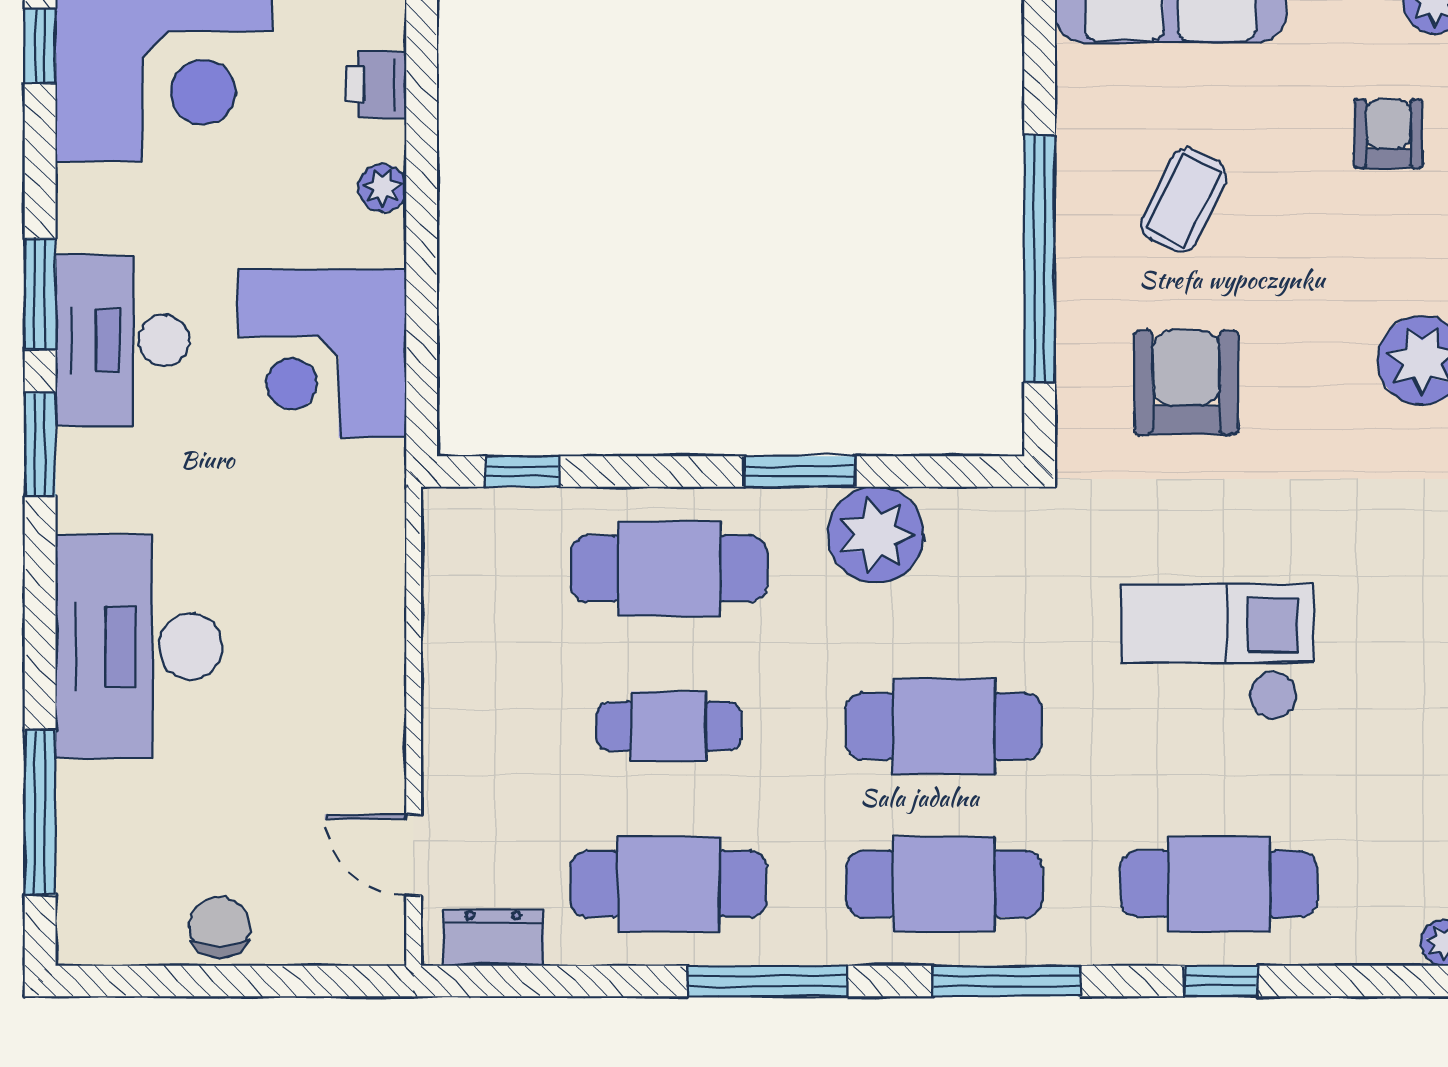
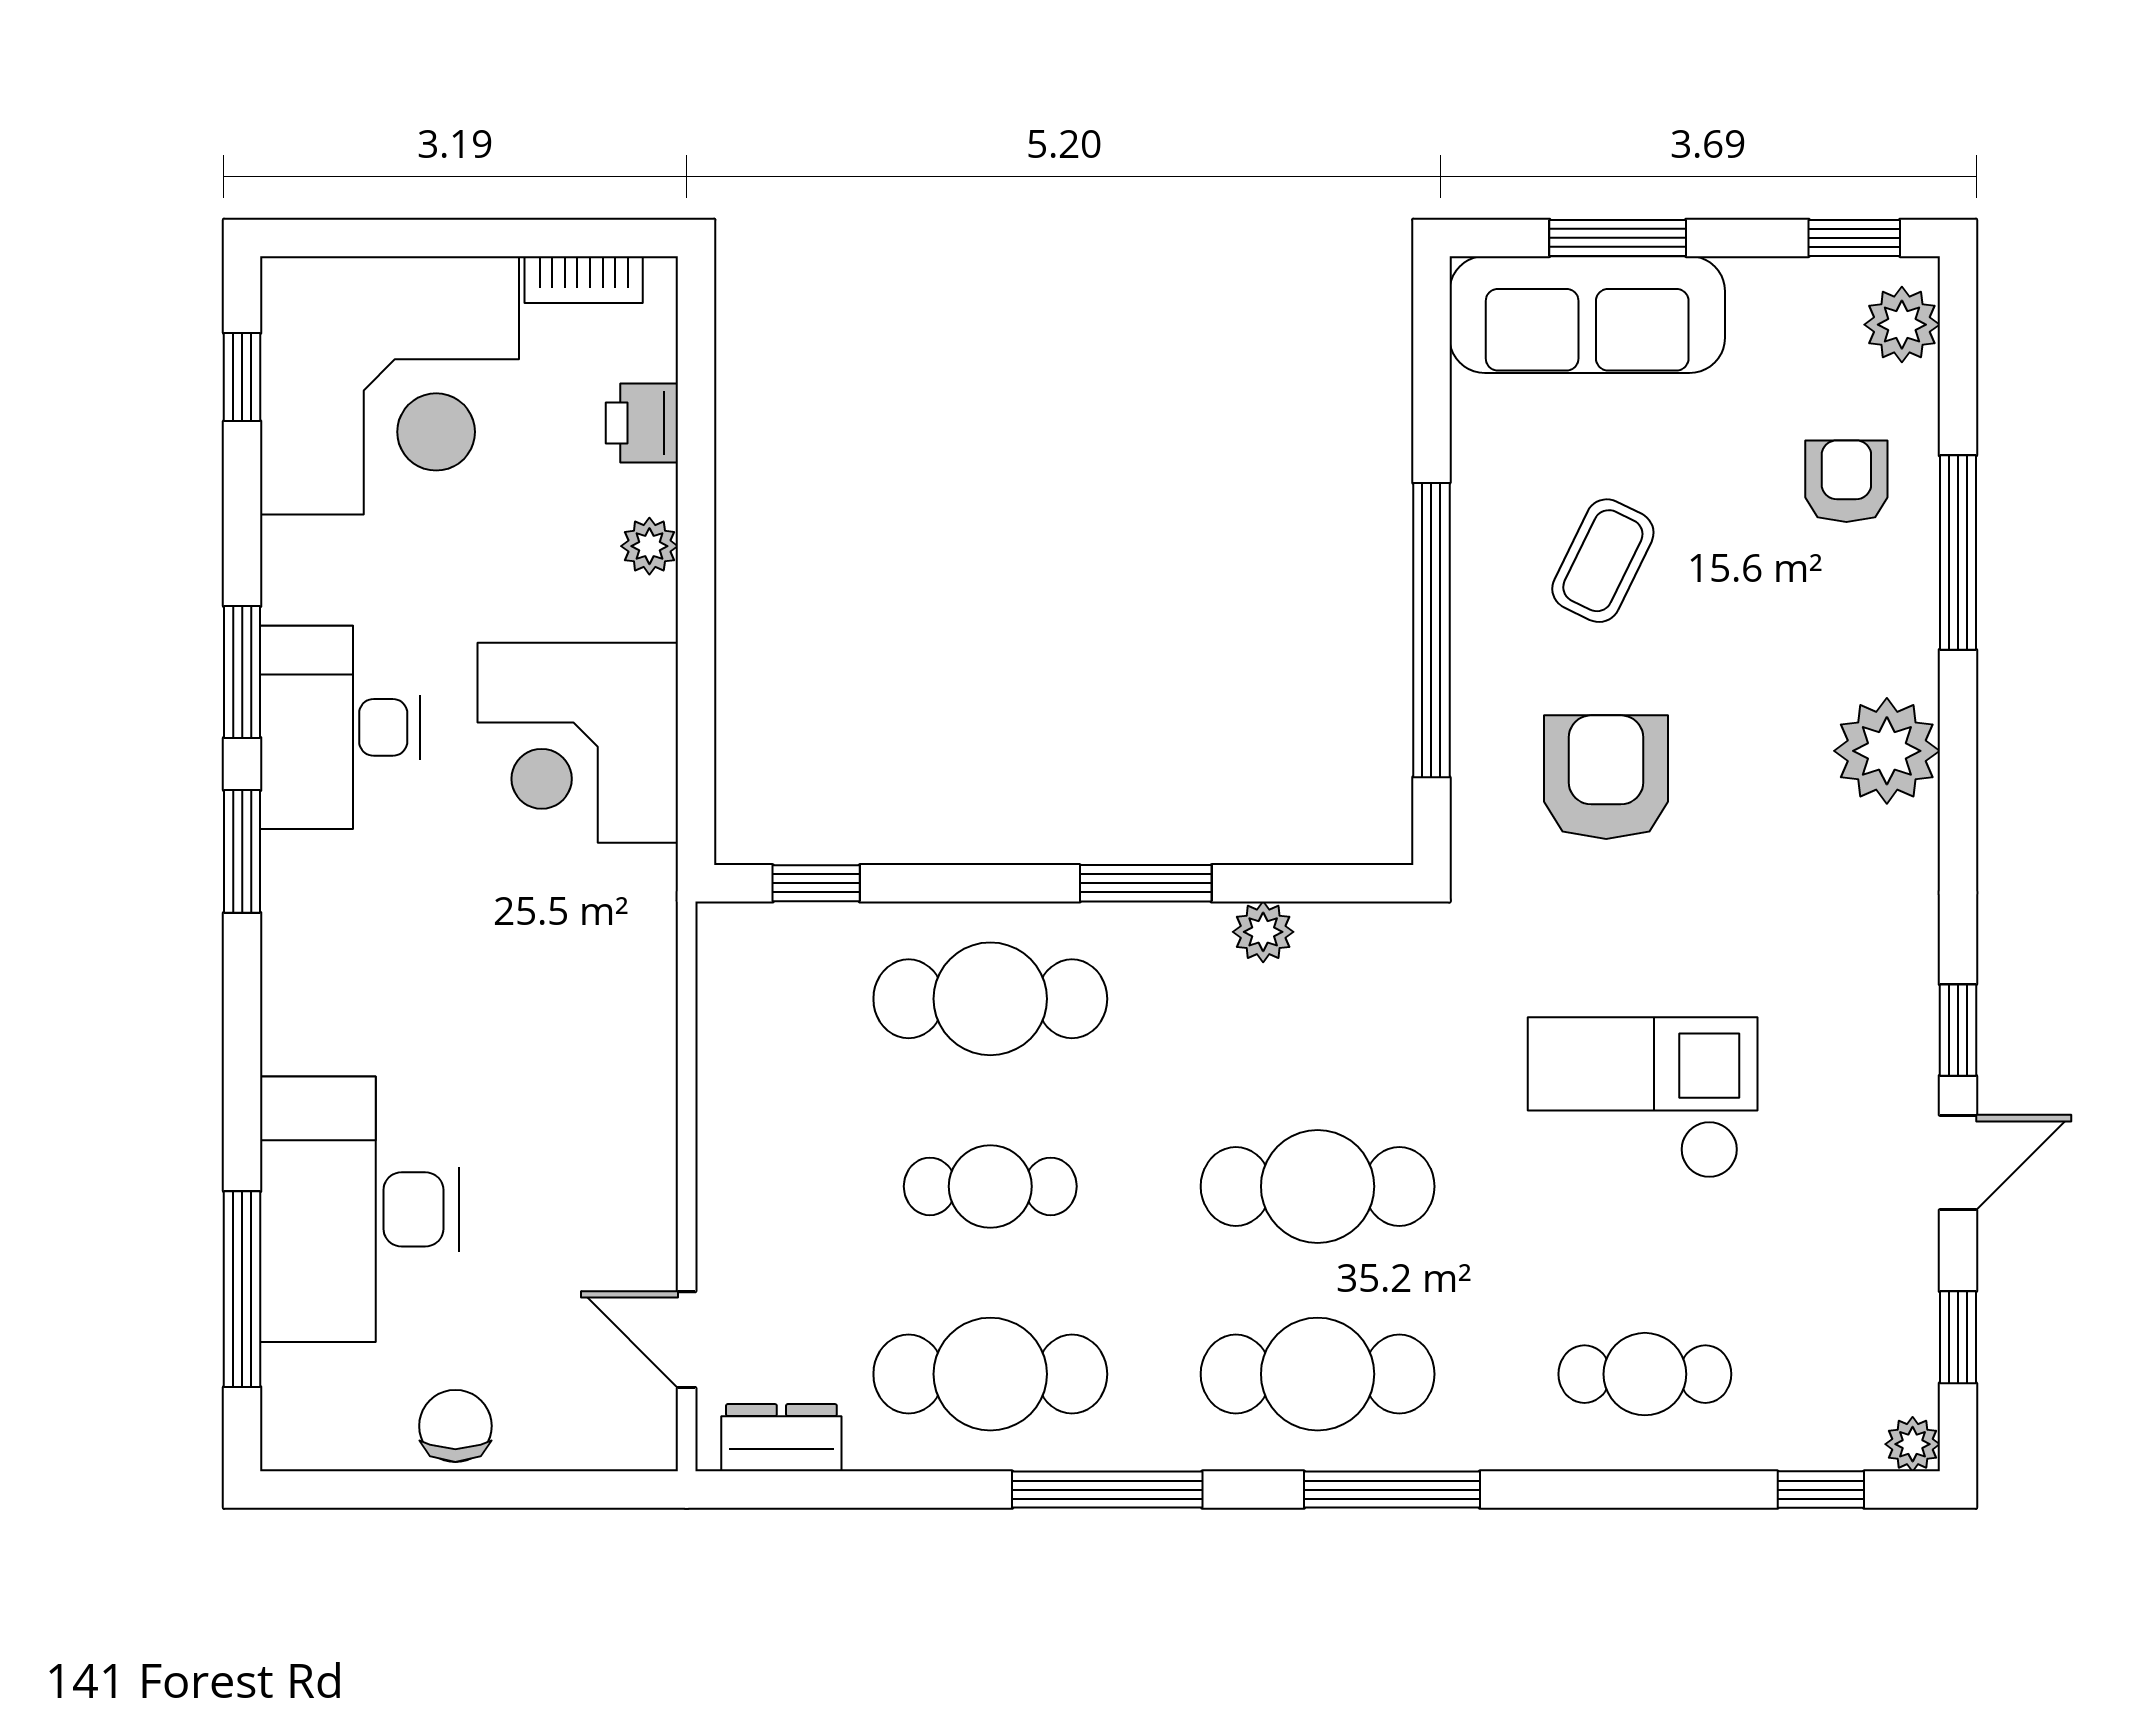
plant: (876, 535) -> (1263, 932), width x0.53, depth x0.53
desk: (139, 646) -> (360, 1209), moved
cafe table: (1219, 884) -> (1645, 1374), width x0.73, depth x0.74
window: (1221, 981) -> (1821, 1490), moved

